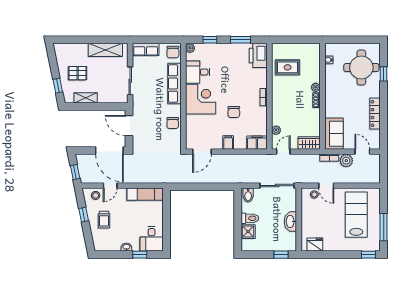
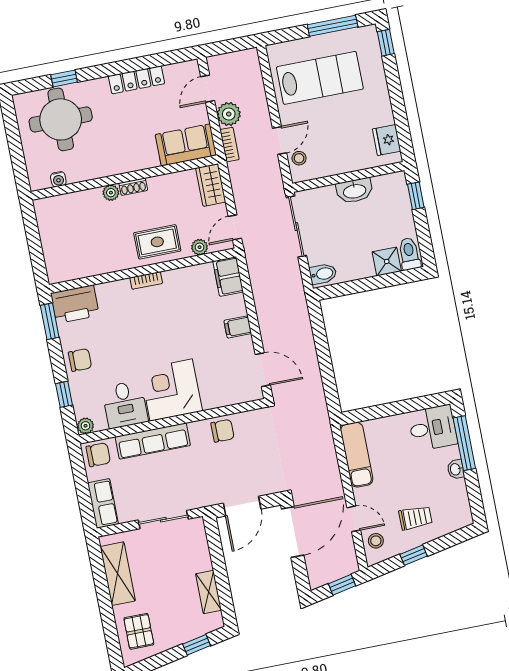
window: (240, 40) -> (50, 321), moved
rug: (288, 67) -> (157, 242), moved, turned 90
pallet: (78, 73) -> (139, 631), moved
chair: (234, 112) -> (80, 360), moved
door: (283, 152) -> (235, 227), hinge flipped
lab bench: (356, 215) -> (320, 78), turned 180
toilet: (250, 218) -> (409, 254), moved
window: (140, 255) -> (464, 443), width x2.17

